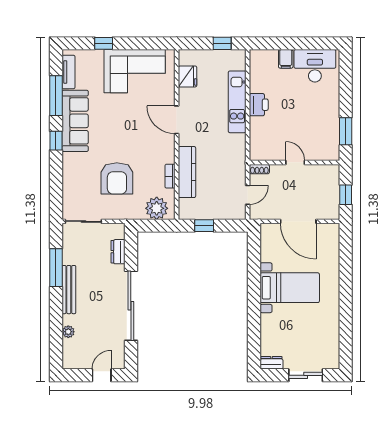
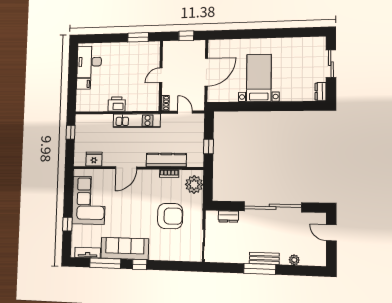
kitchen unit: (237, 102) -> (137, 121), moved
window: (56, 268) -> (260, 269), moved
bench: (69, 290) -> (264, 258), width x0.73

